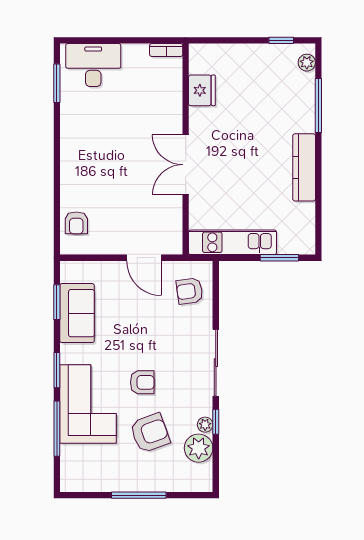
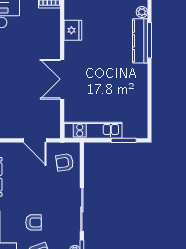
kitchen counter: (304, 167) -> (140, 41), moved

